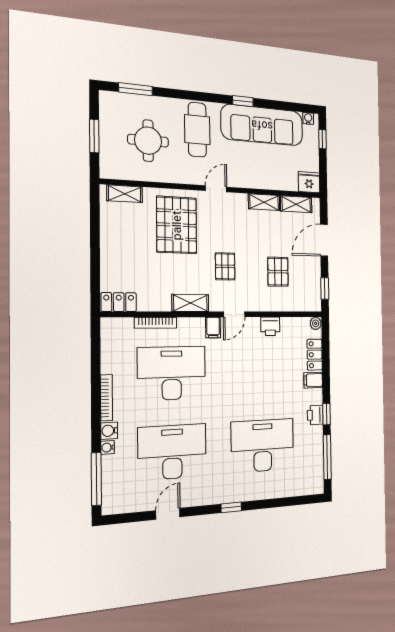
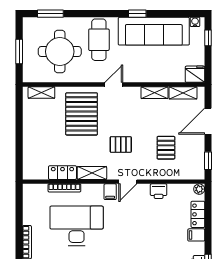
round table: (148, 141) -> (60, 52), width x1.36, depth x1.36
pallet: (225, 266) -> (121, 145), turned 90
locker: (119, 302) -> (62, 173), moved

